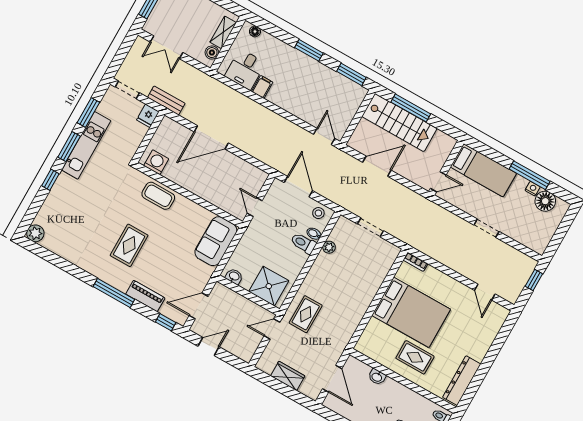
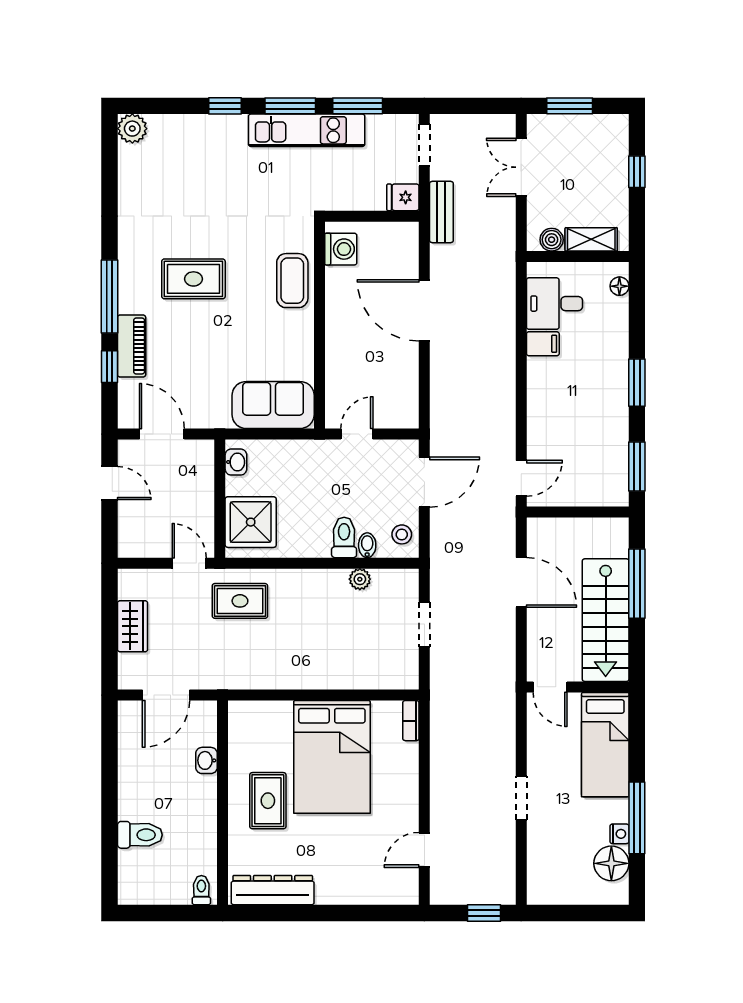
stairs: (399, 122) -> (606, 620), moved
window: (166, 322) -> (110, 367), moved

